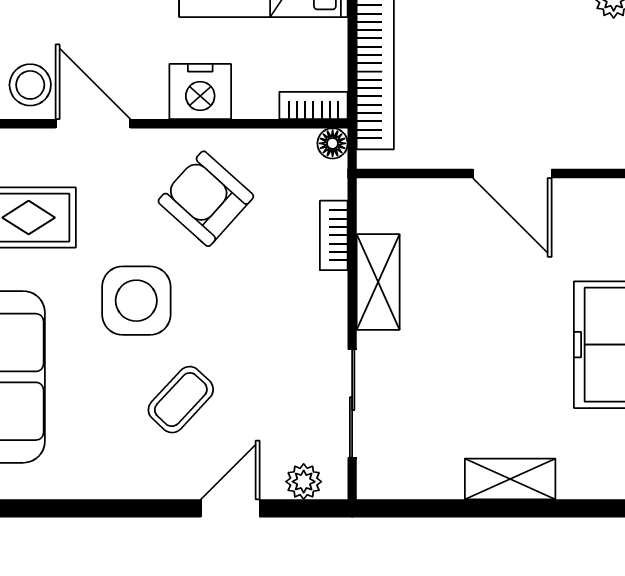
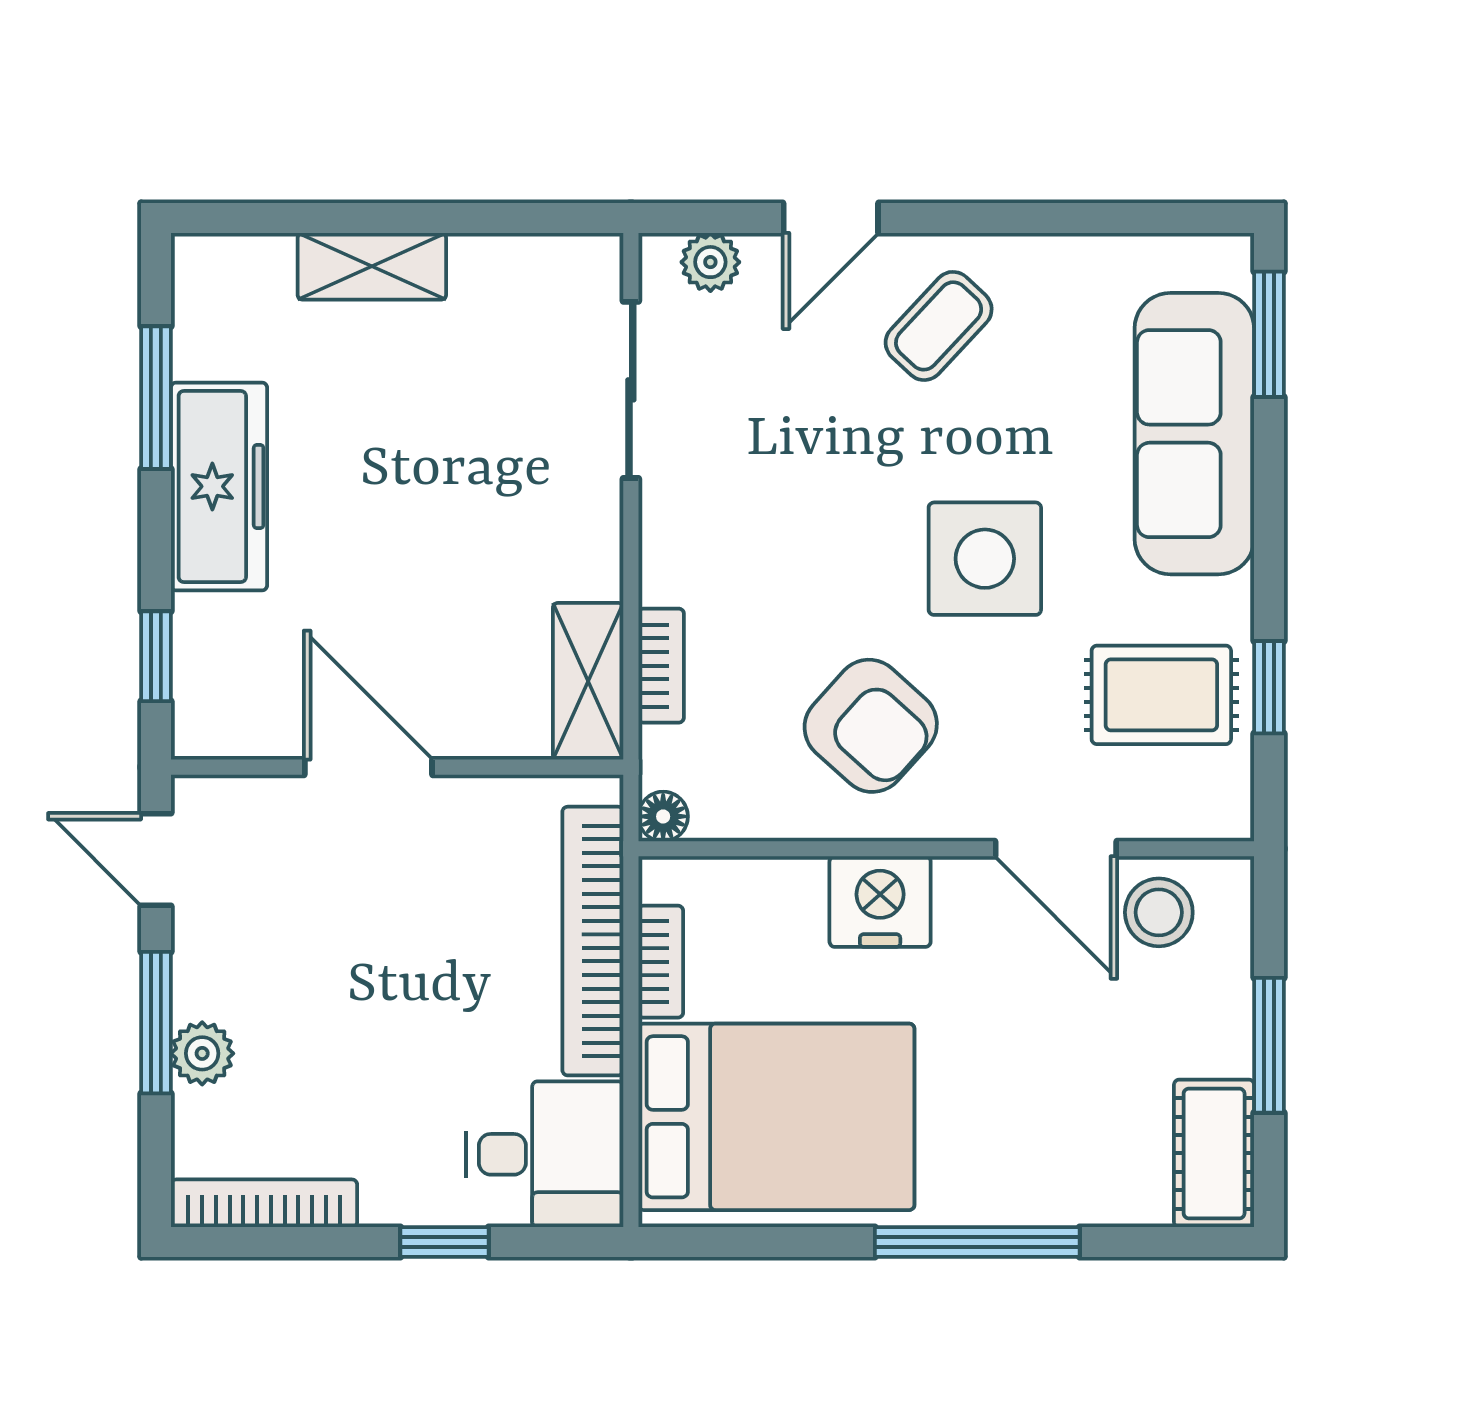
bookcase: (313, 106) -> (661, 962), moved, turned -90
shelving: (378, 282) -> (588, 681), moved
coffee table: (181, 400) -> (939, 326), moved

